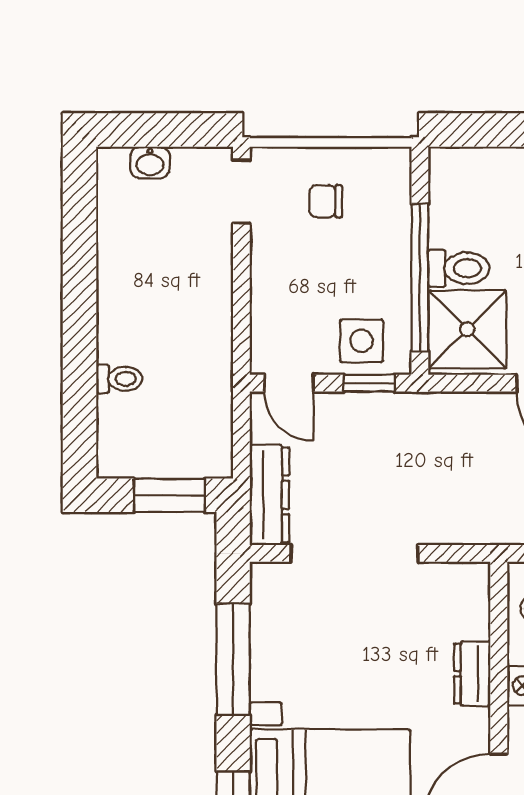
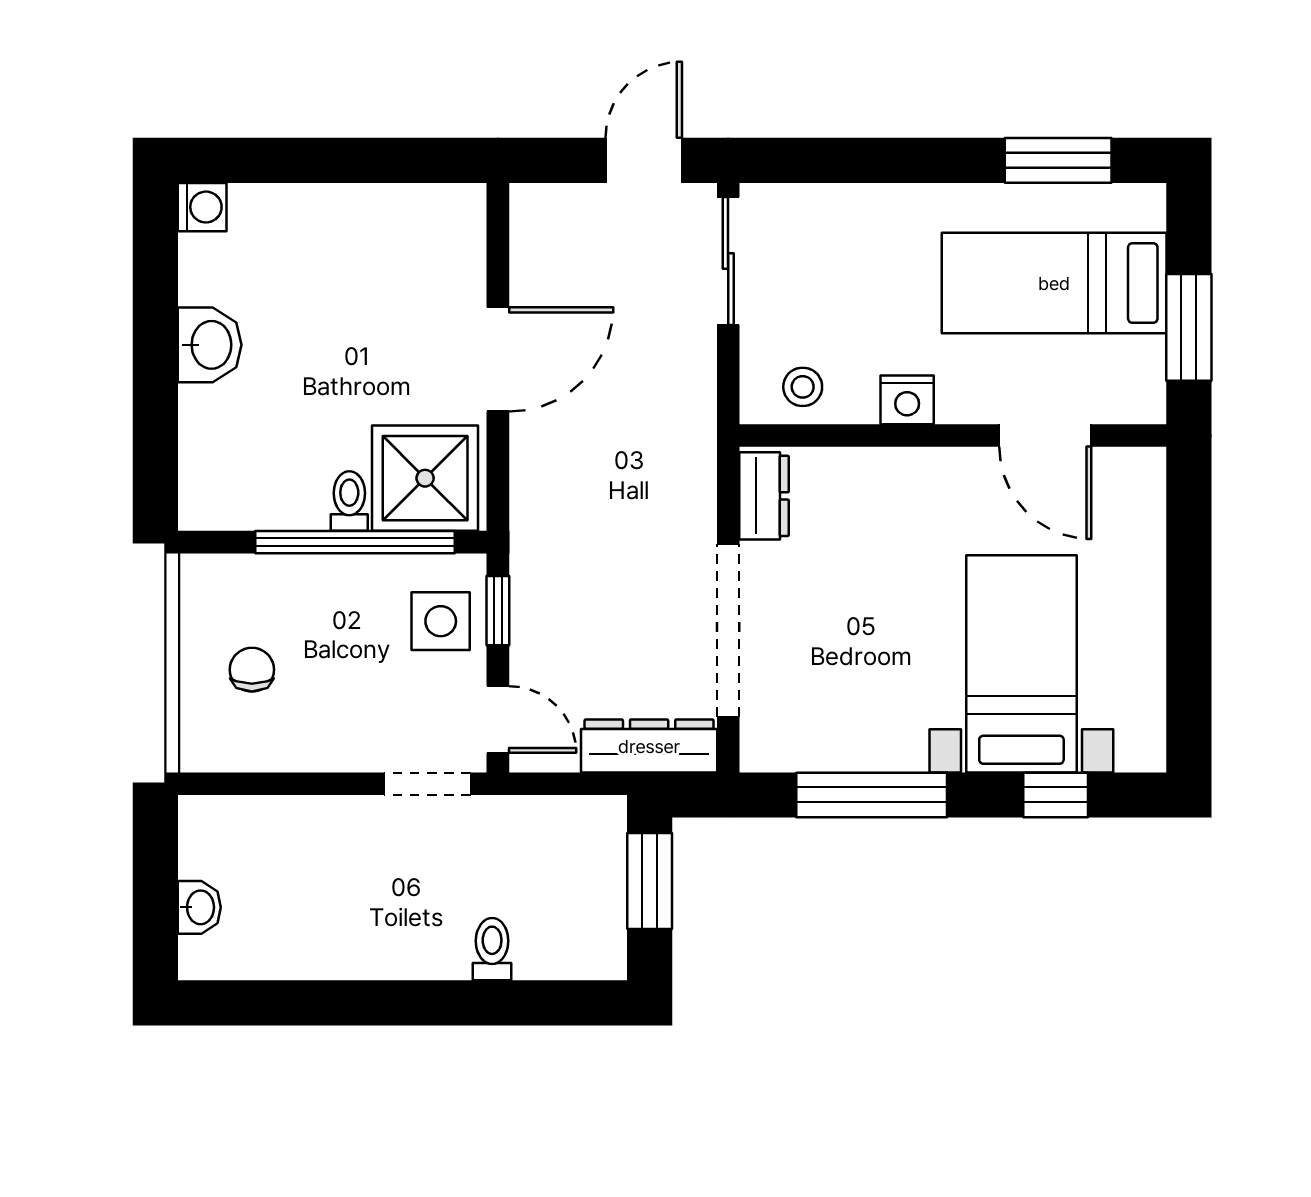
doorway: (241, 192) -> (427, 784), moved
chair: (326, 201) -> (252, 670), turned 180
toilet: (459, 268) -> (349, 501), width x0.73, depth x0.72
door: (289, 383) -> (498, 720), hinge flipped
dresser: (472, 674) -> (764, 496), moved, turned -90

